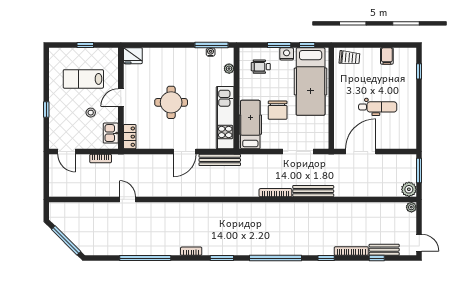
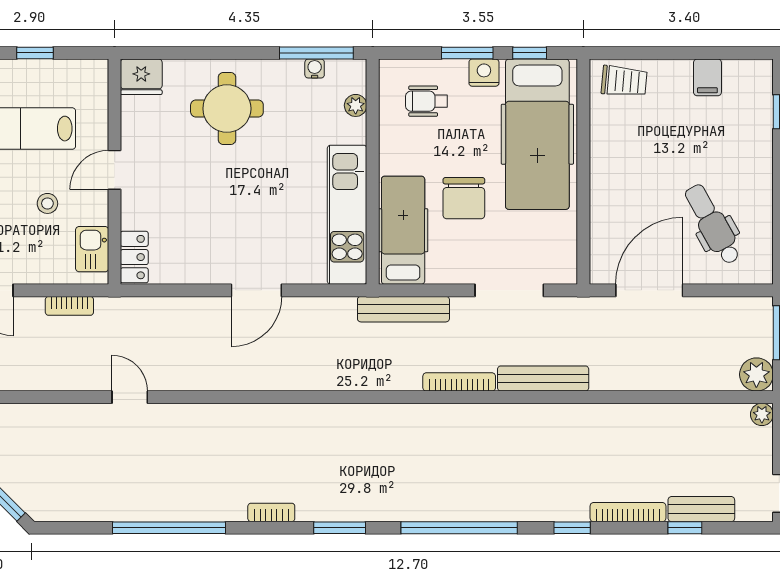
round table: (171, 102) -> (227, 109), moved
dental chair: (378, 107) -> (713, 224), moved, turned -119
bench: (220, 160) -> (403, 309), moved

